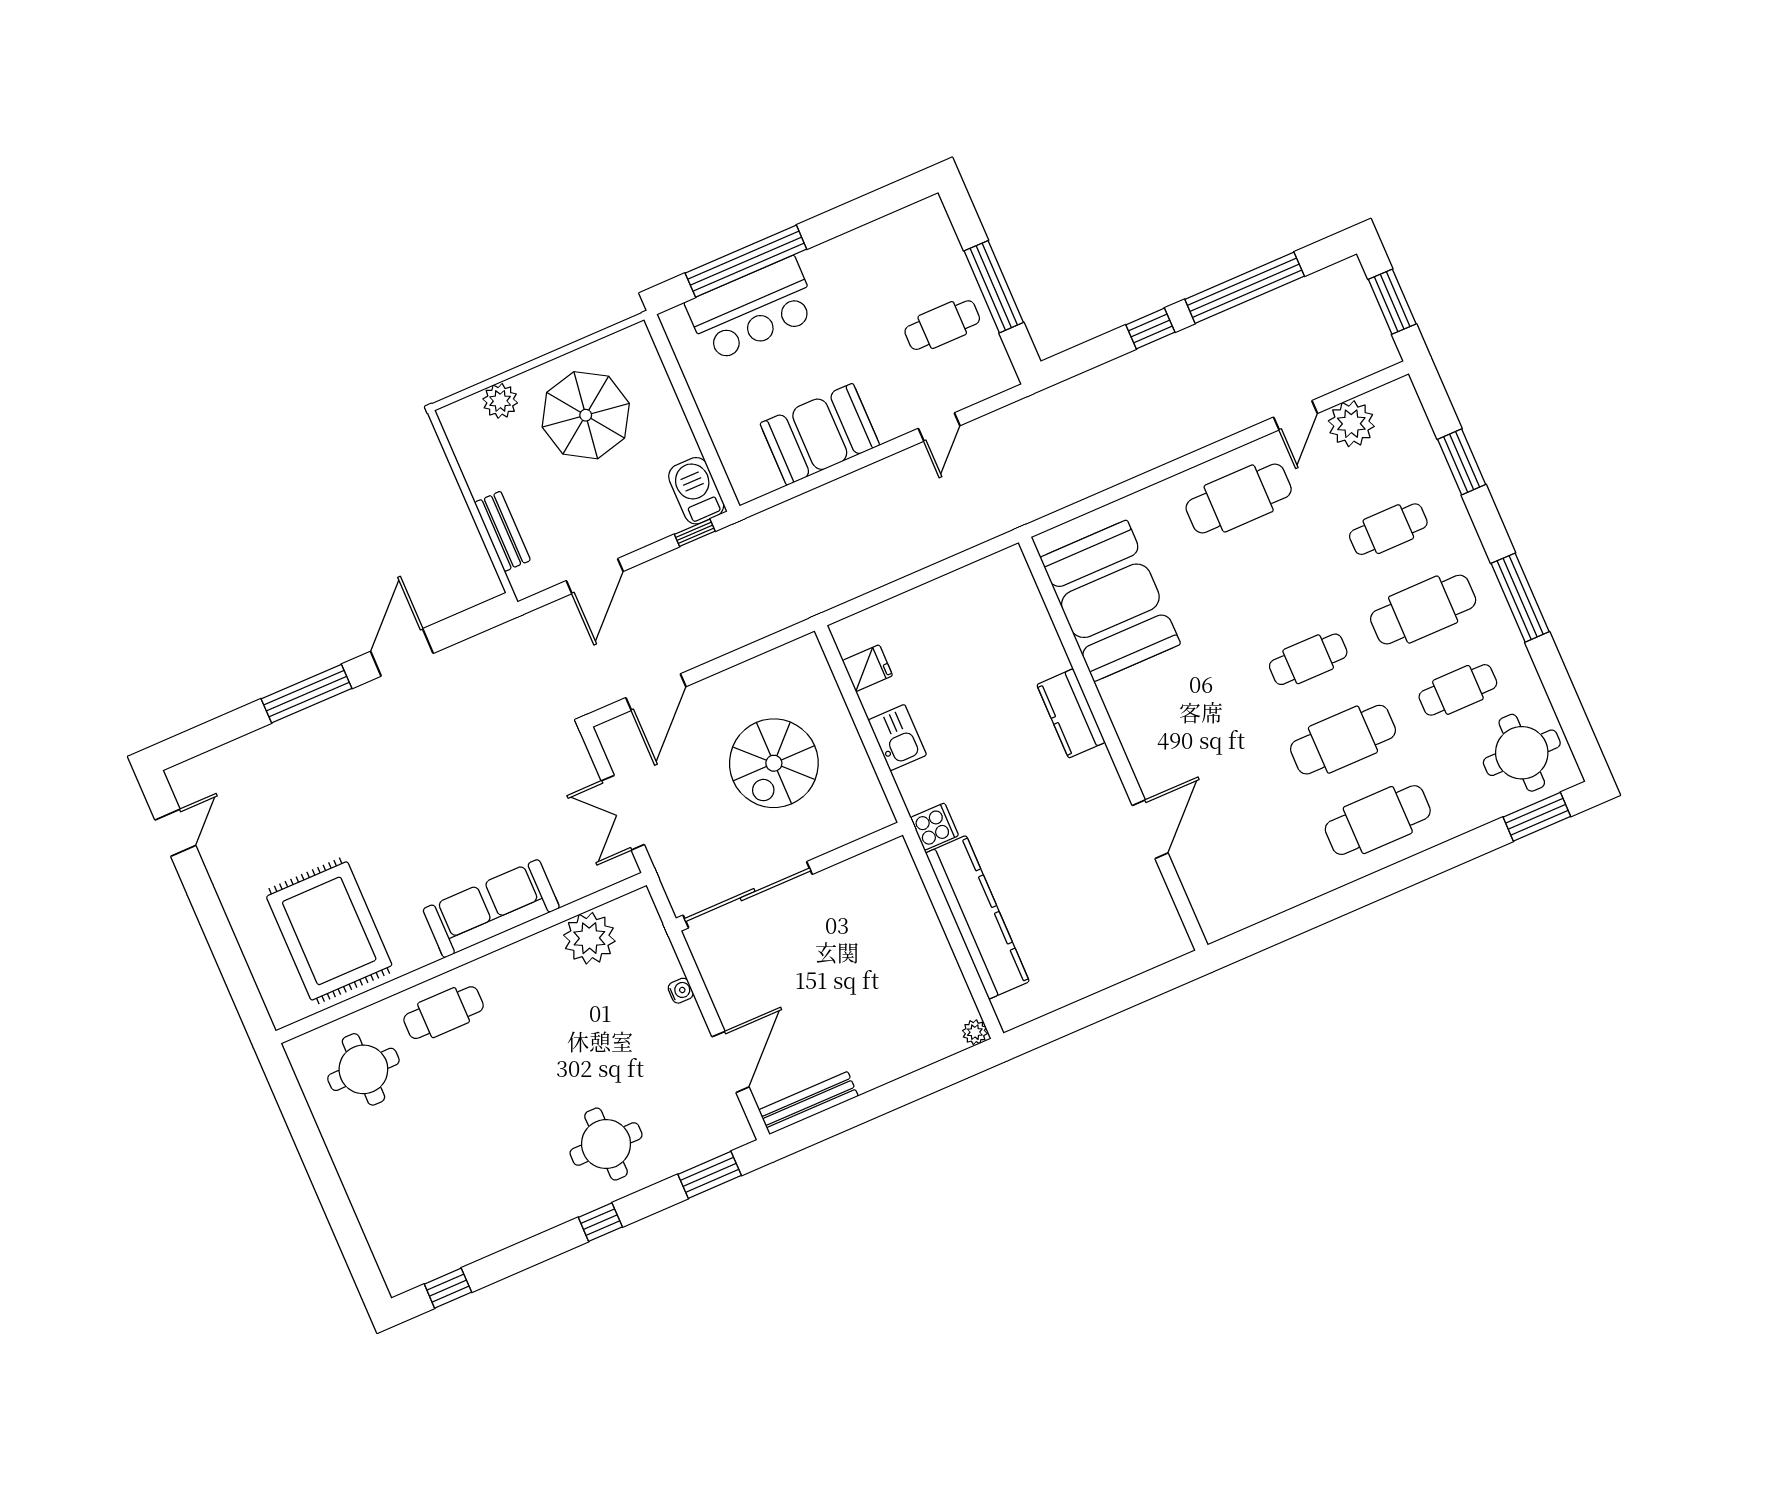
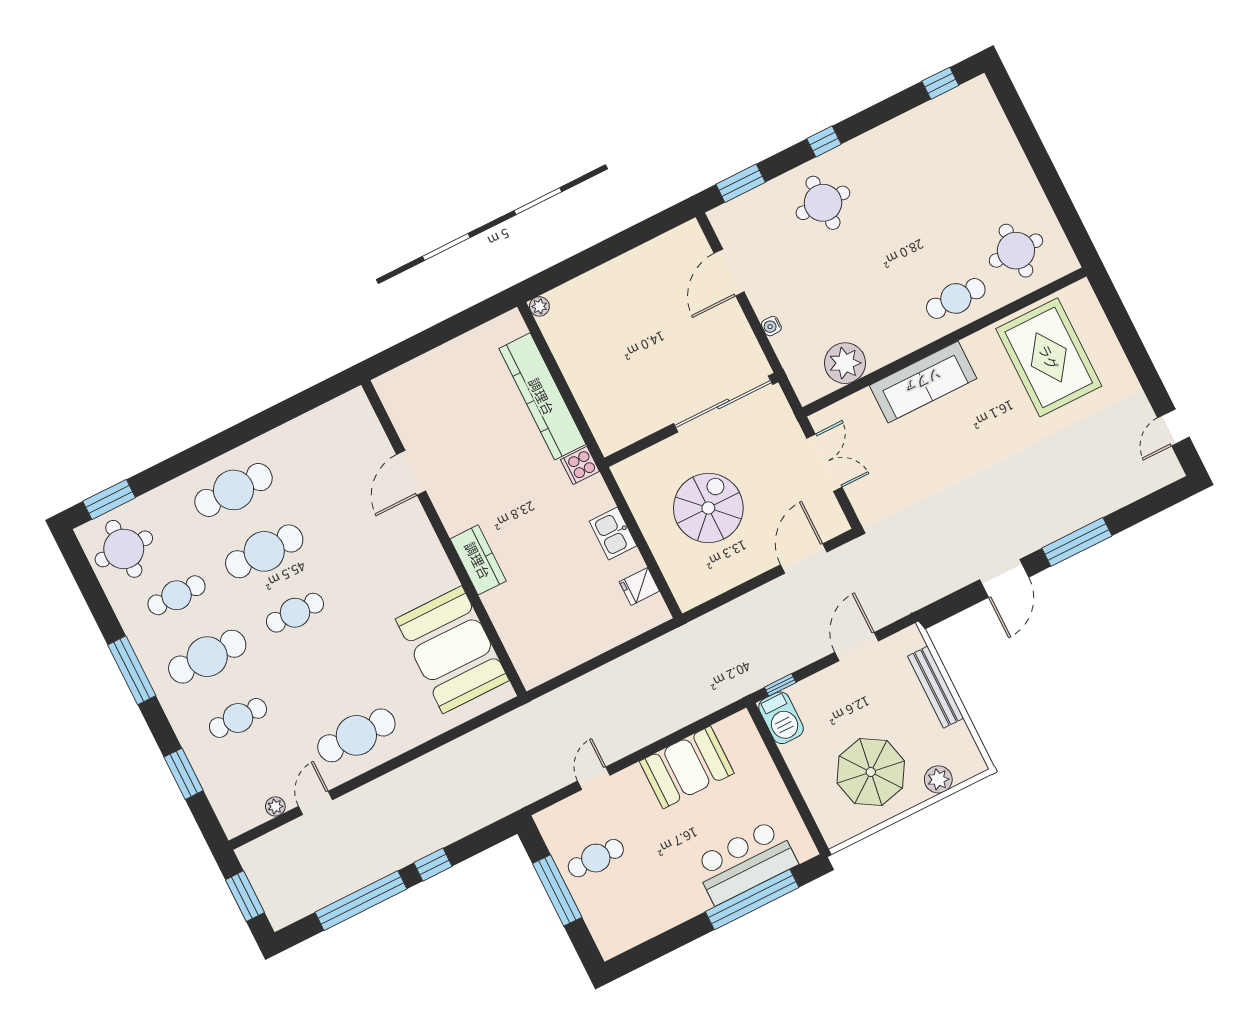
plant: (1351, 424) -> (275, 806), width x0.53, depth x0.53
bench: (502, 531) -> (936, 687), width x1.36
bench: (808, 1103) -> (666, 244), removed

